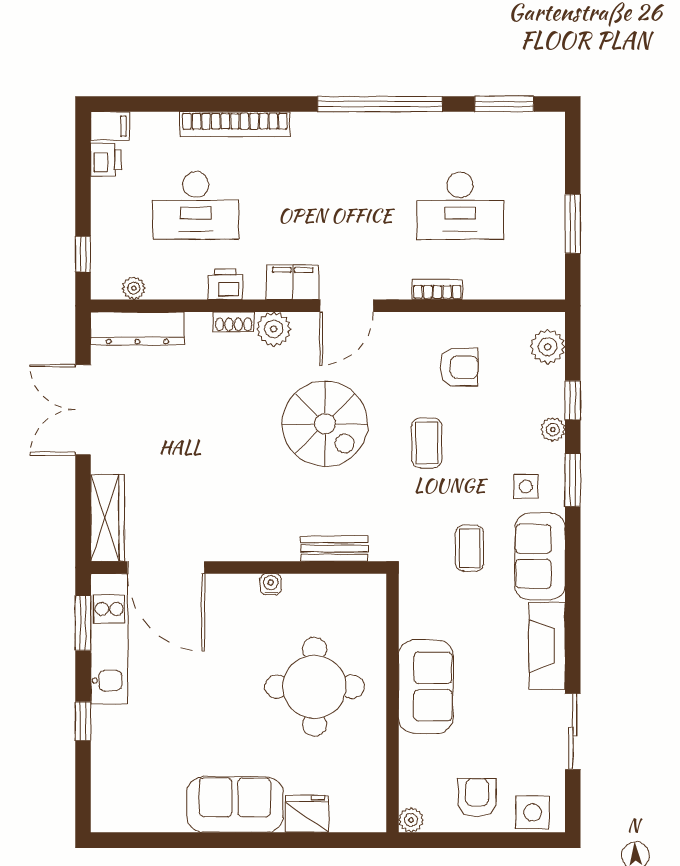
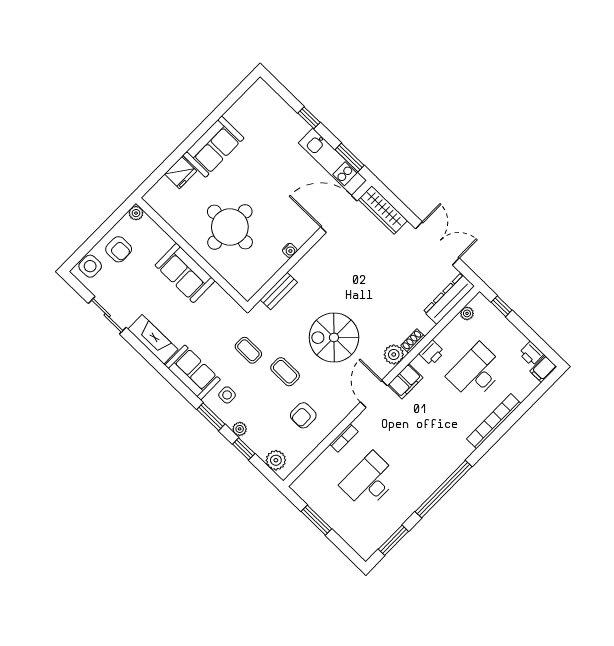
coffee table: (470, 548) -> (248, 350), moved

